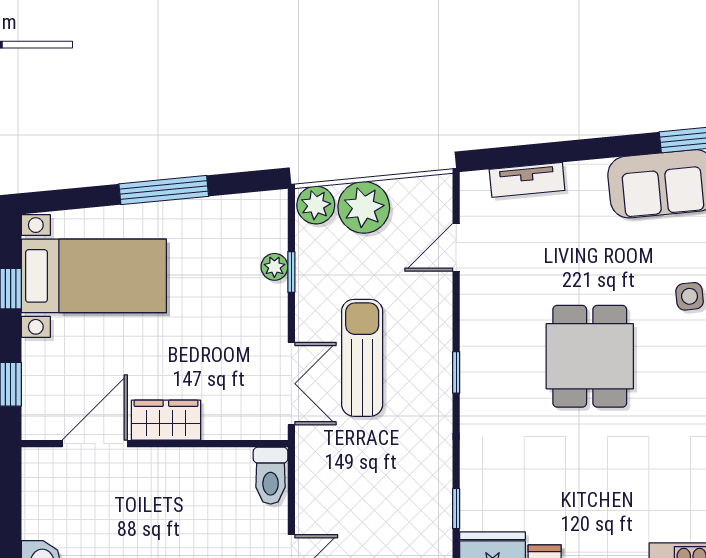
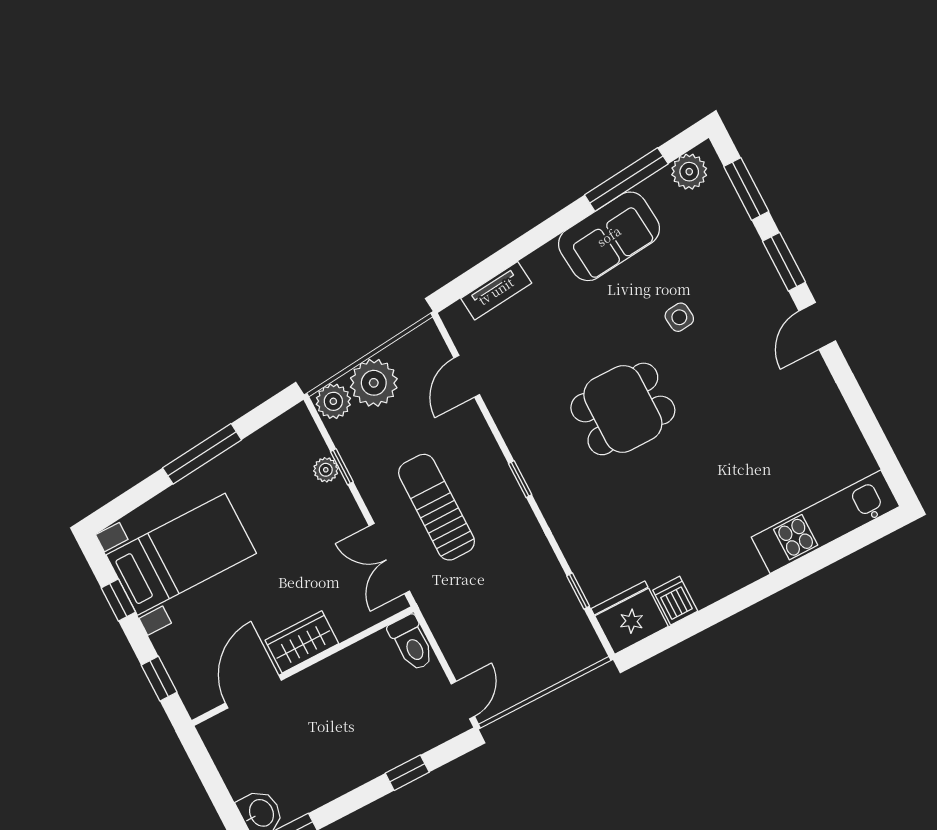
dining table: (590, 356) -> (623, 409), turned 90
double door: (291, 384) -> (389, 558), swing flipped

